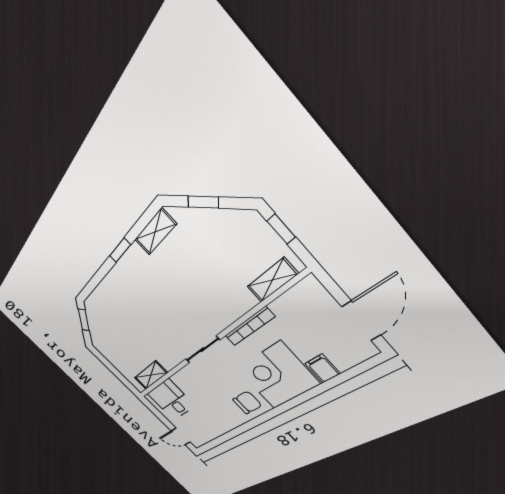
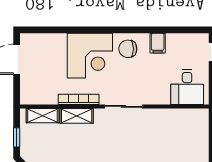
filing cabinet: (322, 369) -> (158, 43), moved
shelving: (151, 375) -> (77, 116), moved

